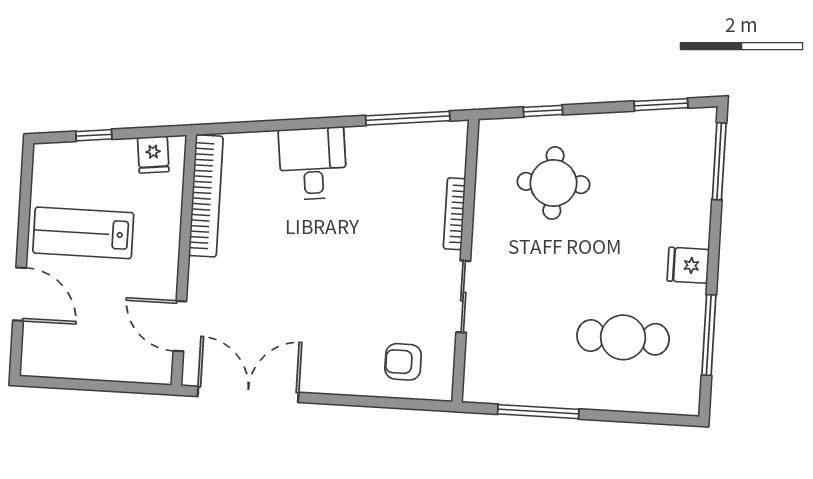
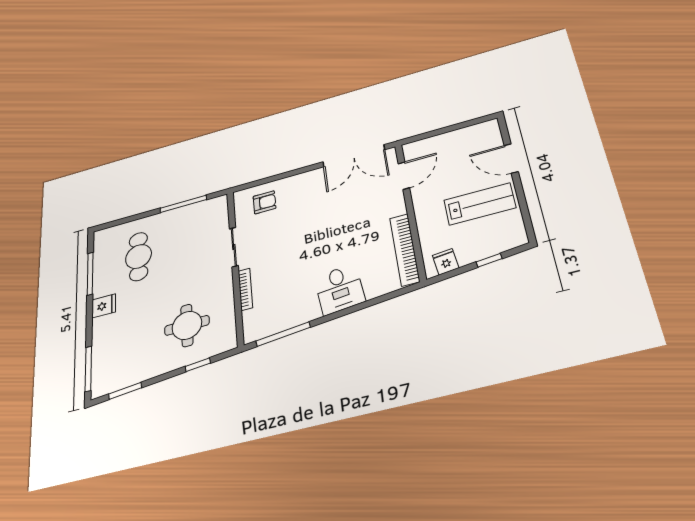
door: (180, 326) -> (404, 176), hinge flipped
cafe table: (623, 337) -> (138, 256), turned 90

